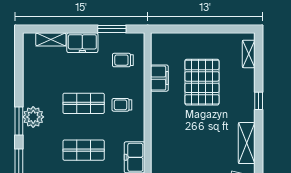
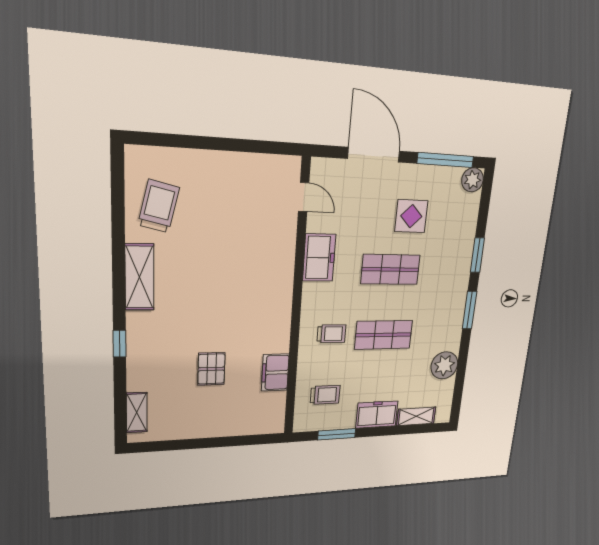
pallet: (202, 82) -> (211, 369), width x0.49, depth x0.50
plant: (33, 117) -> (444, 365), moved

